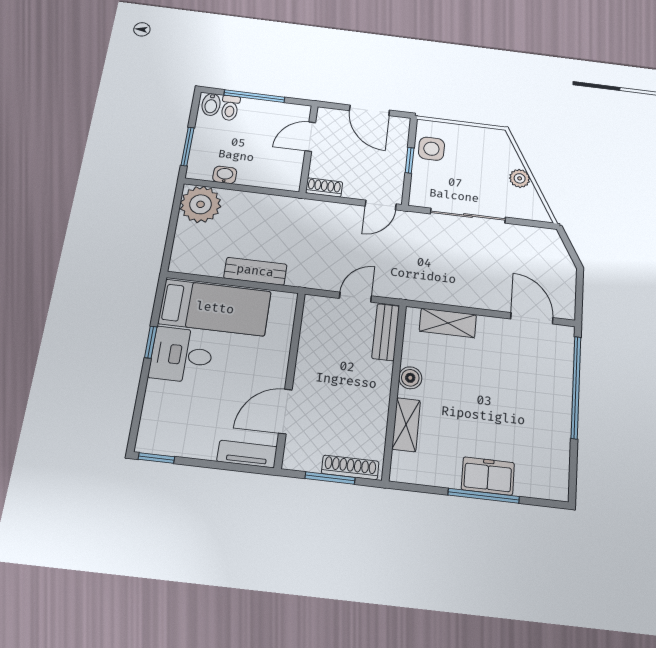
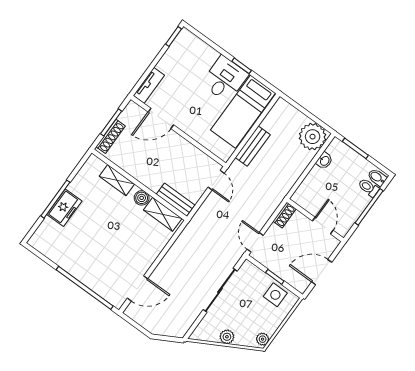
plant: (495, 136) -> (263, 339), added
door: (355, 297) -> (216, 180), moved
shelving: (448, 323) -> (163, 214), moved, turned 90
door: (285, 411) -> (161, 118), swing flipped

